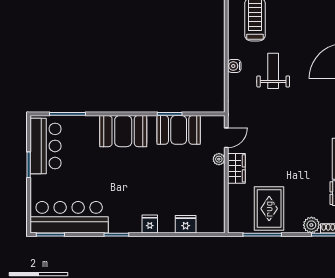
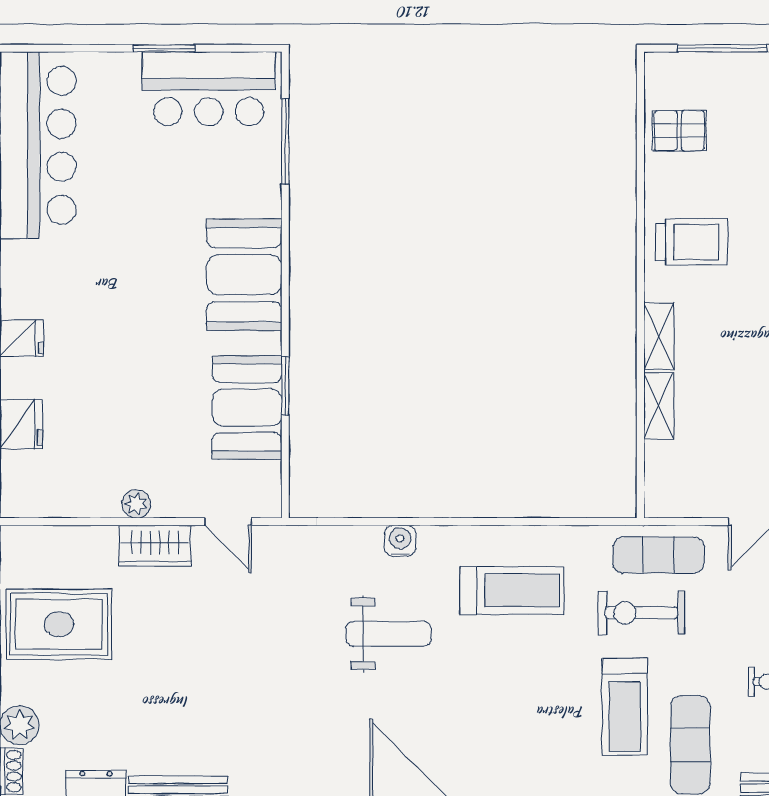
plant: (219, 159) -> (136, 504), moved

